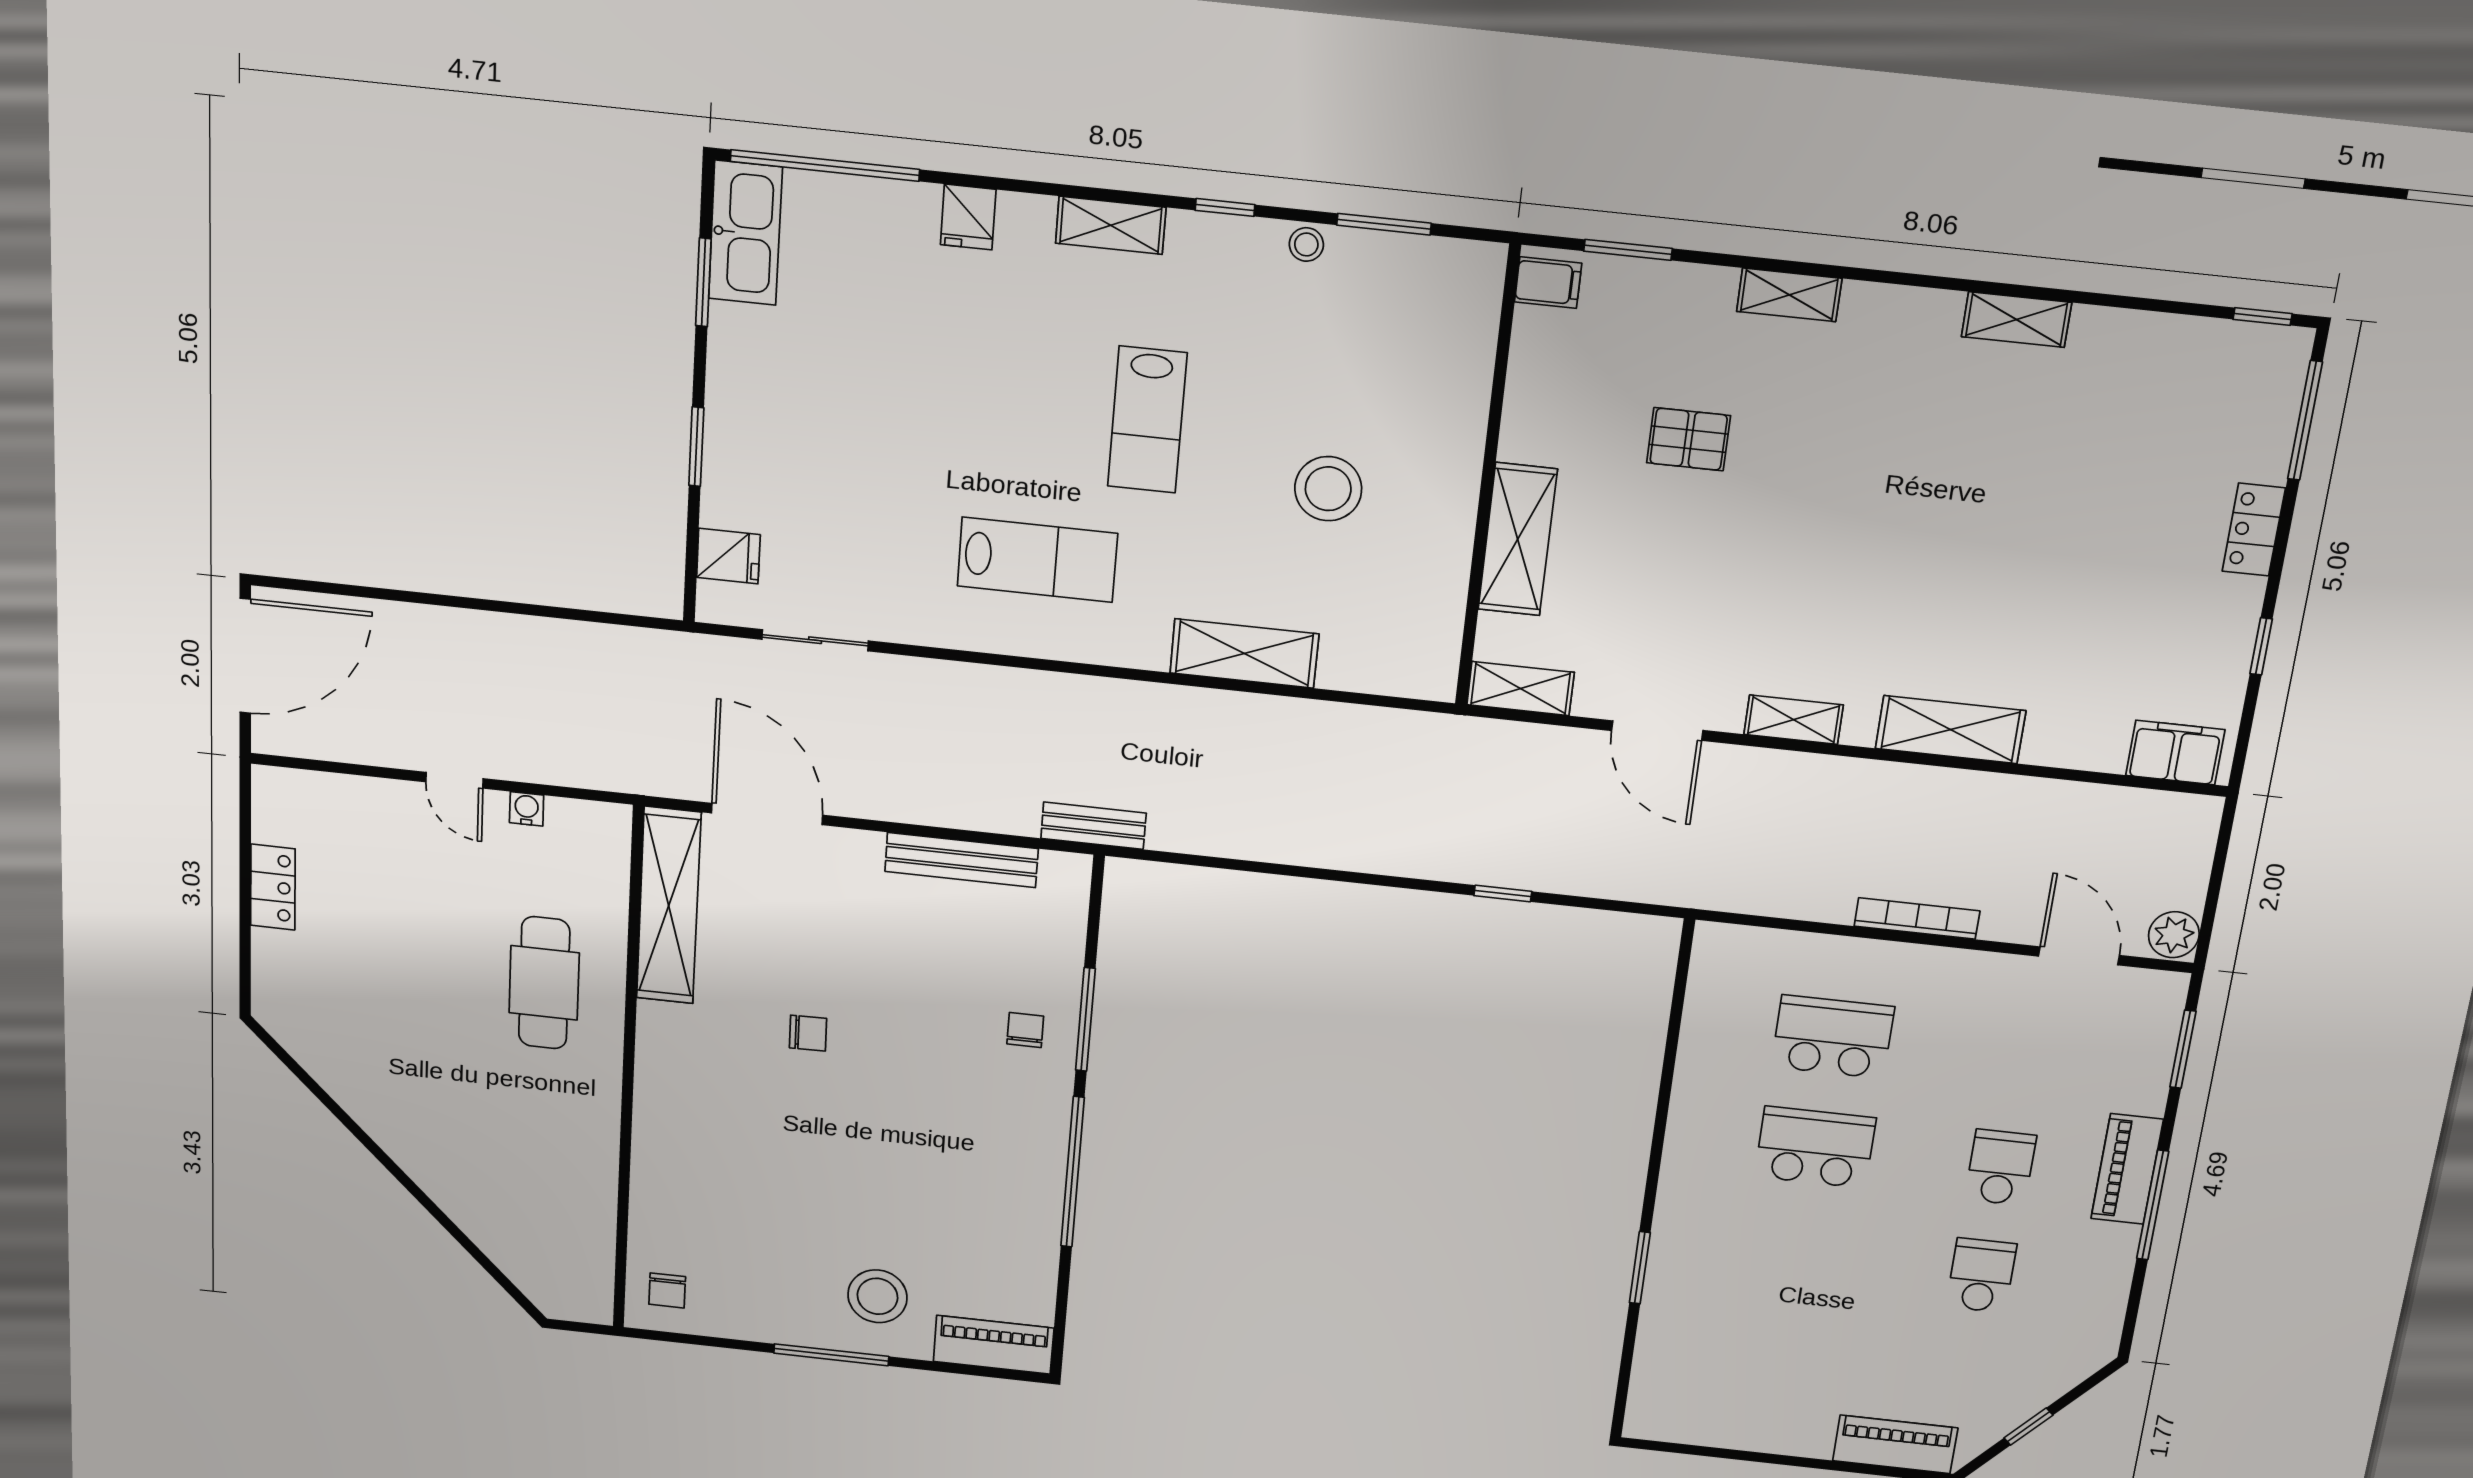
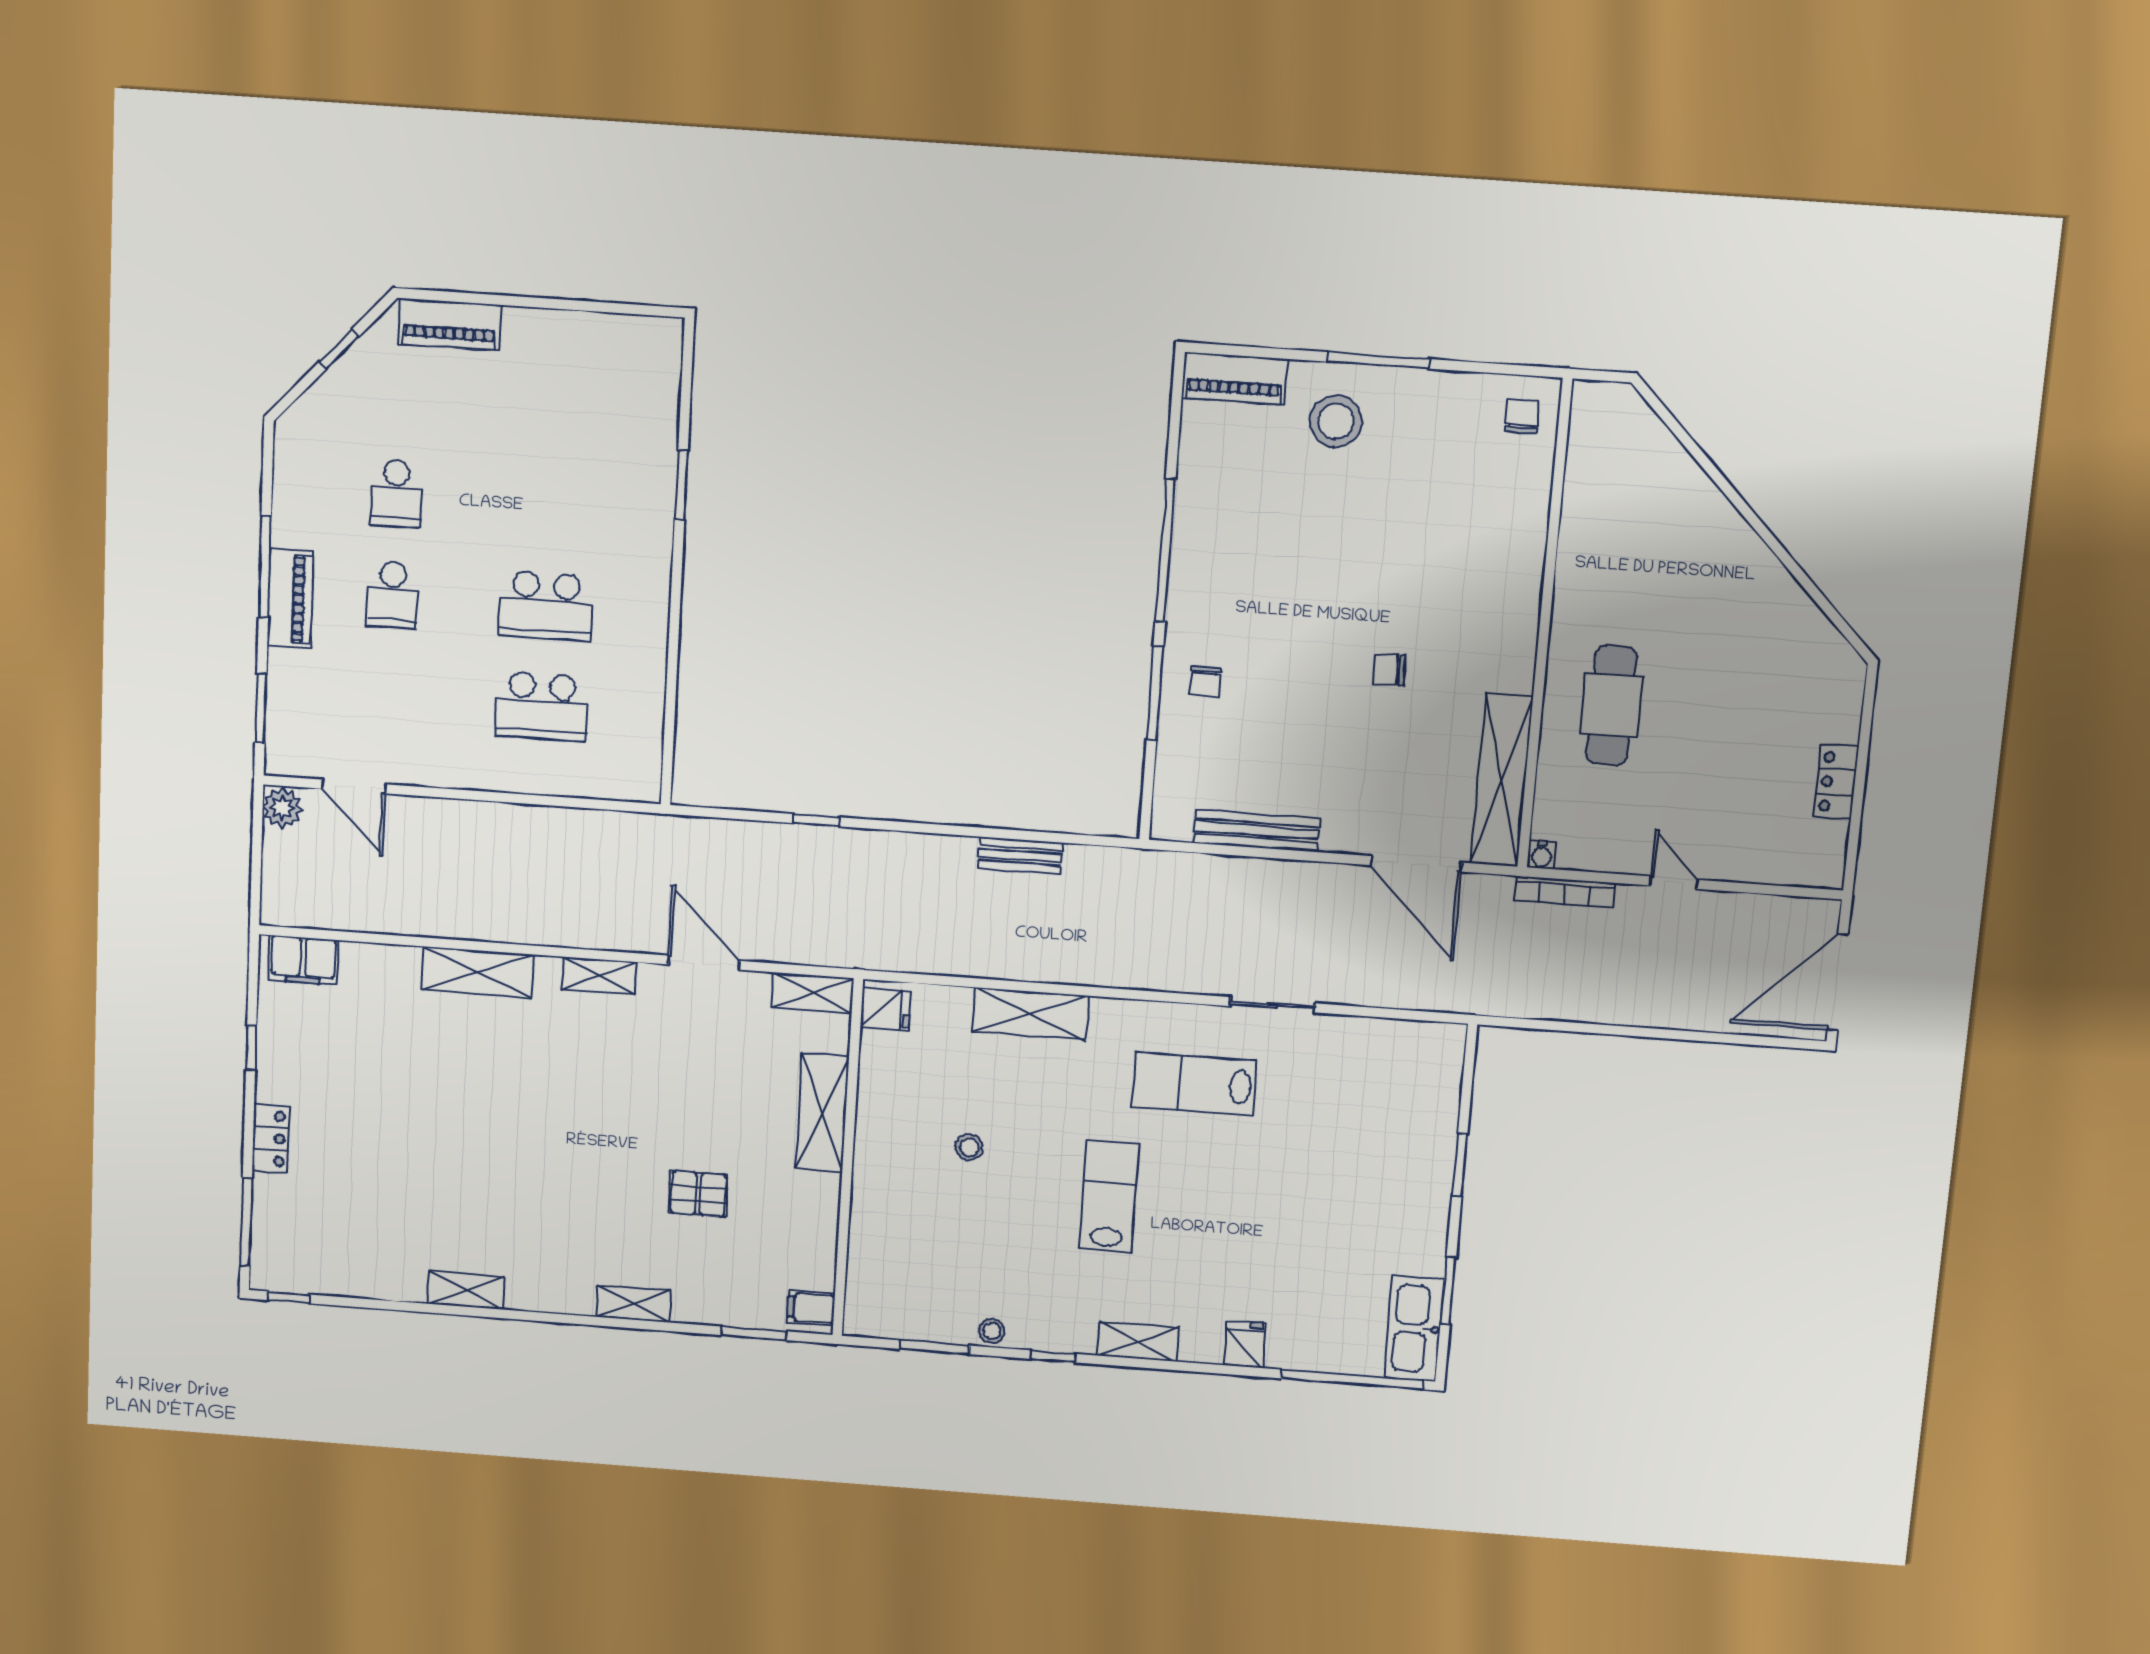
stool: (1328, 489) -> (969, 1147), width x0.53, depth x0.53
fridge: (728, 556) -> (886, 1009), moved, turned 180
sliding door: (815, 640) -> (1272, 1005), moved
water cooler: (527, 809) -> (1542, 855), moved
bench: (1093, 826) -> (1020, 855), moved
bookcase: (1917, 918) -> (1565, 892), moved

